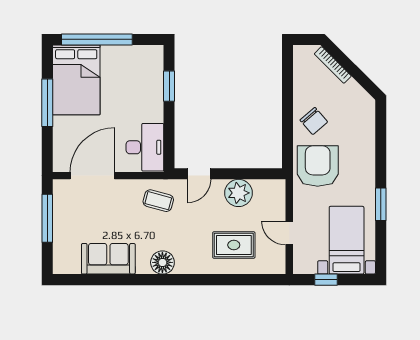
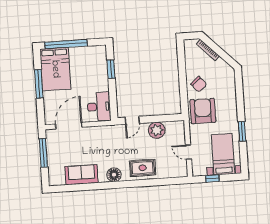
coffee table: (158, 201) -> (109, 138), removed
rug: (234, 245) -> (143, 168), moved

